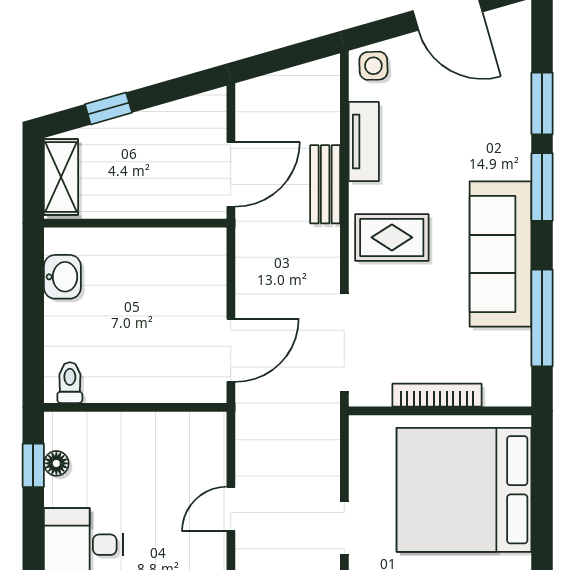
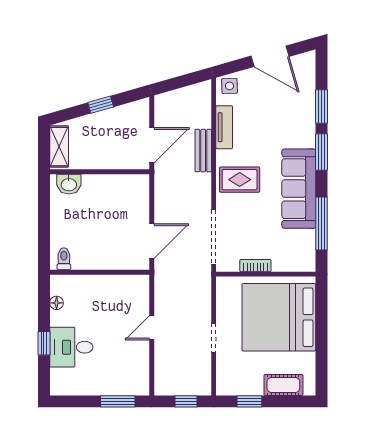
window: (108, 108) -> (101, 105), moved
washbasin: (62, 277) -> (69, 184), moved, turned 90
bookcase: (437, 395) -> (255, 266), width x0.64
window: (33, 465) -> (44, 343), moved

